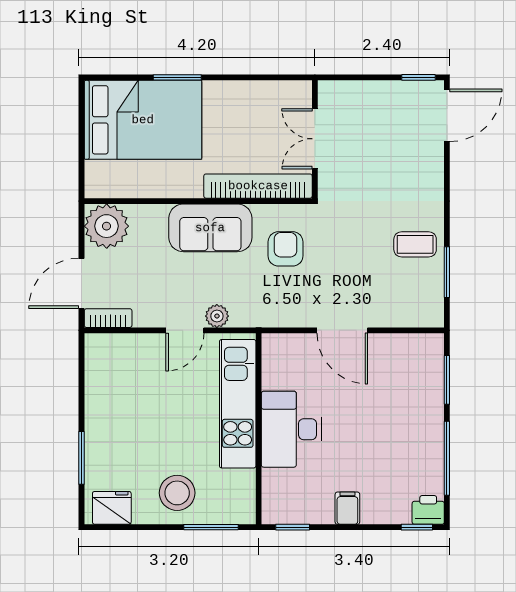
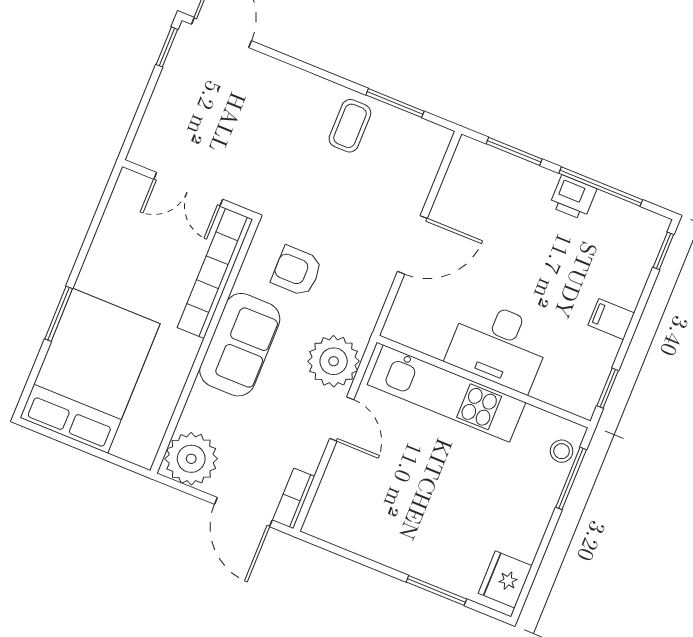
plant: (217, 316) -> (334, 361), width x1.87, depth x1.87
stool: (177, 493) -> (562, 451), moved, width x0.53, depth x0.53
printer: (428, 510) -> (573, 198), moved, turned -90

